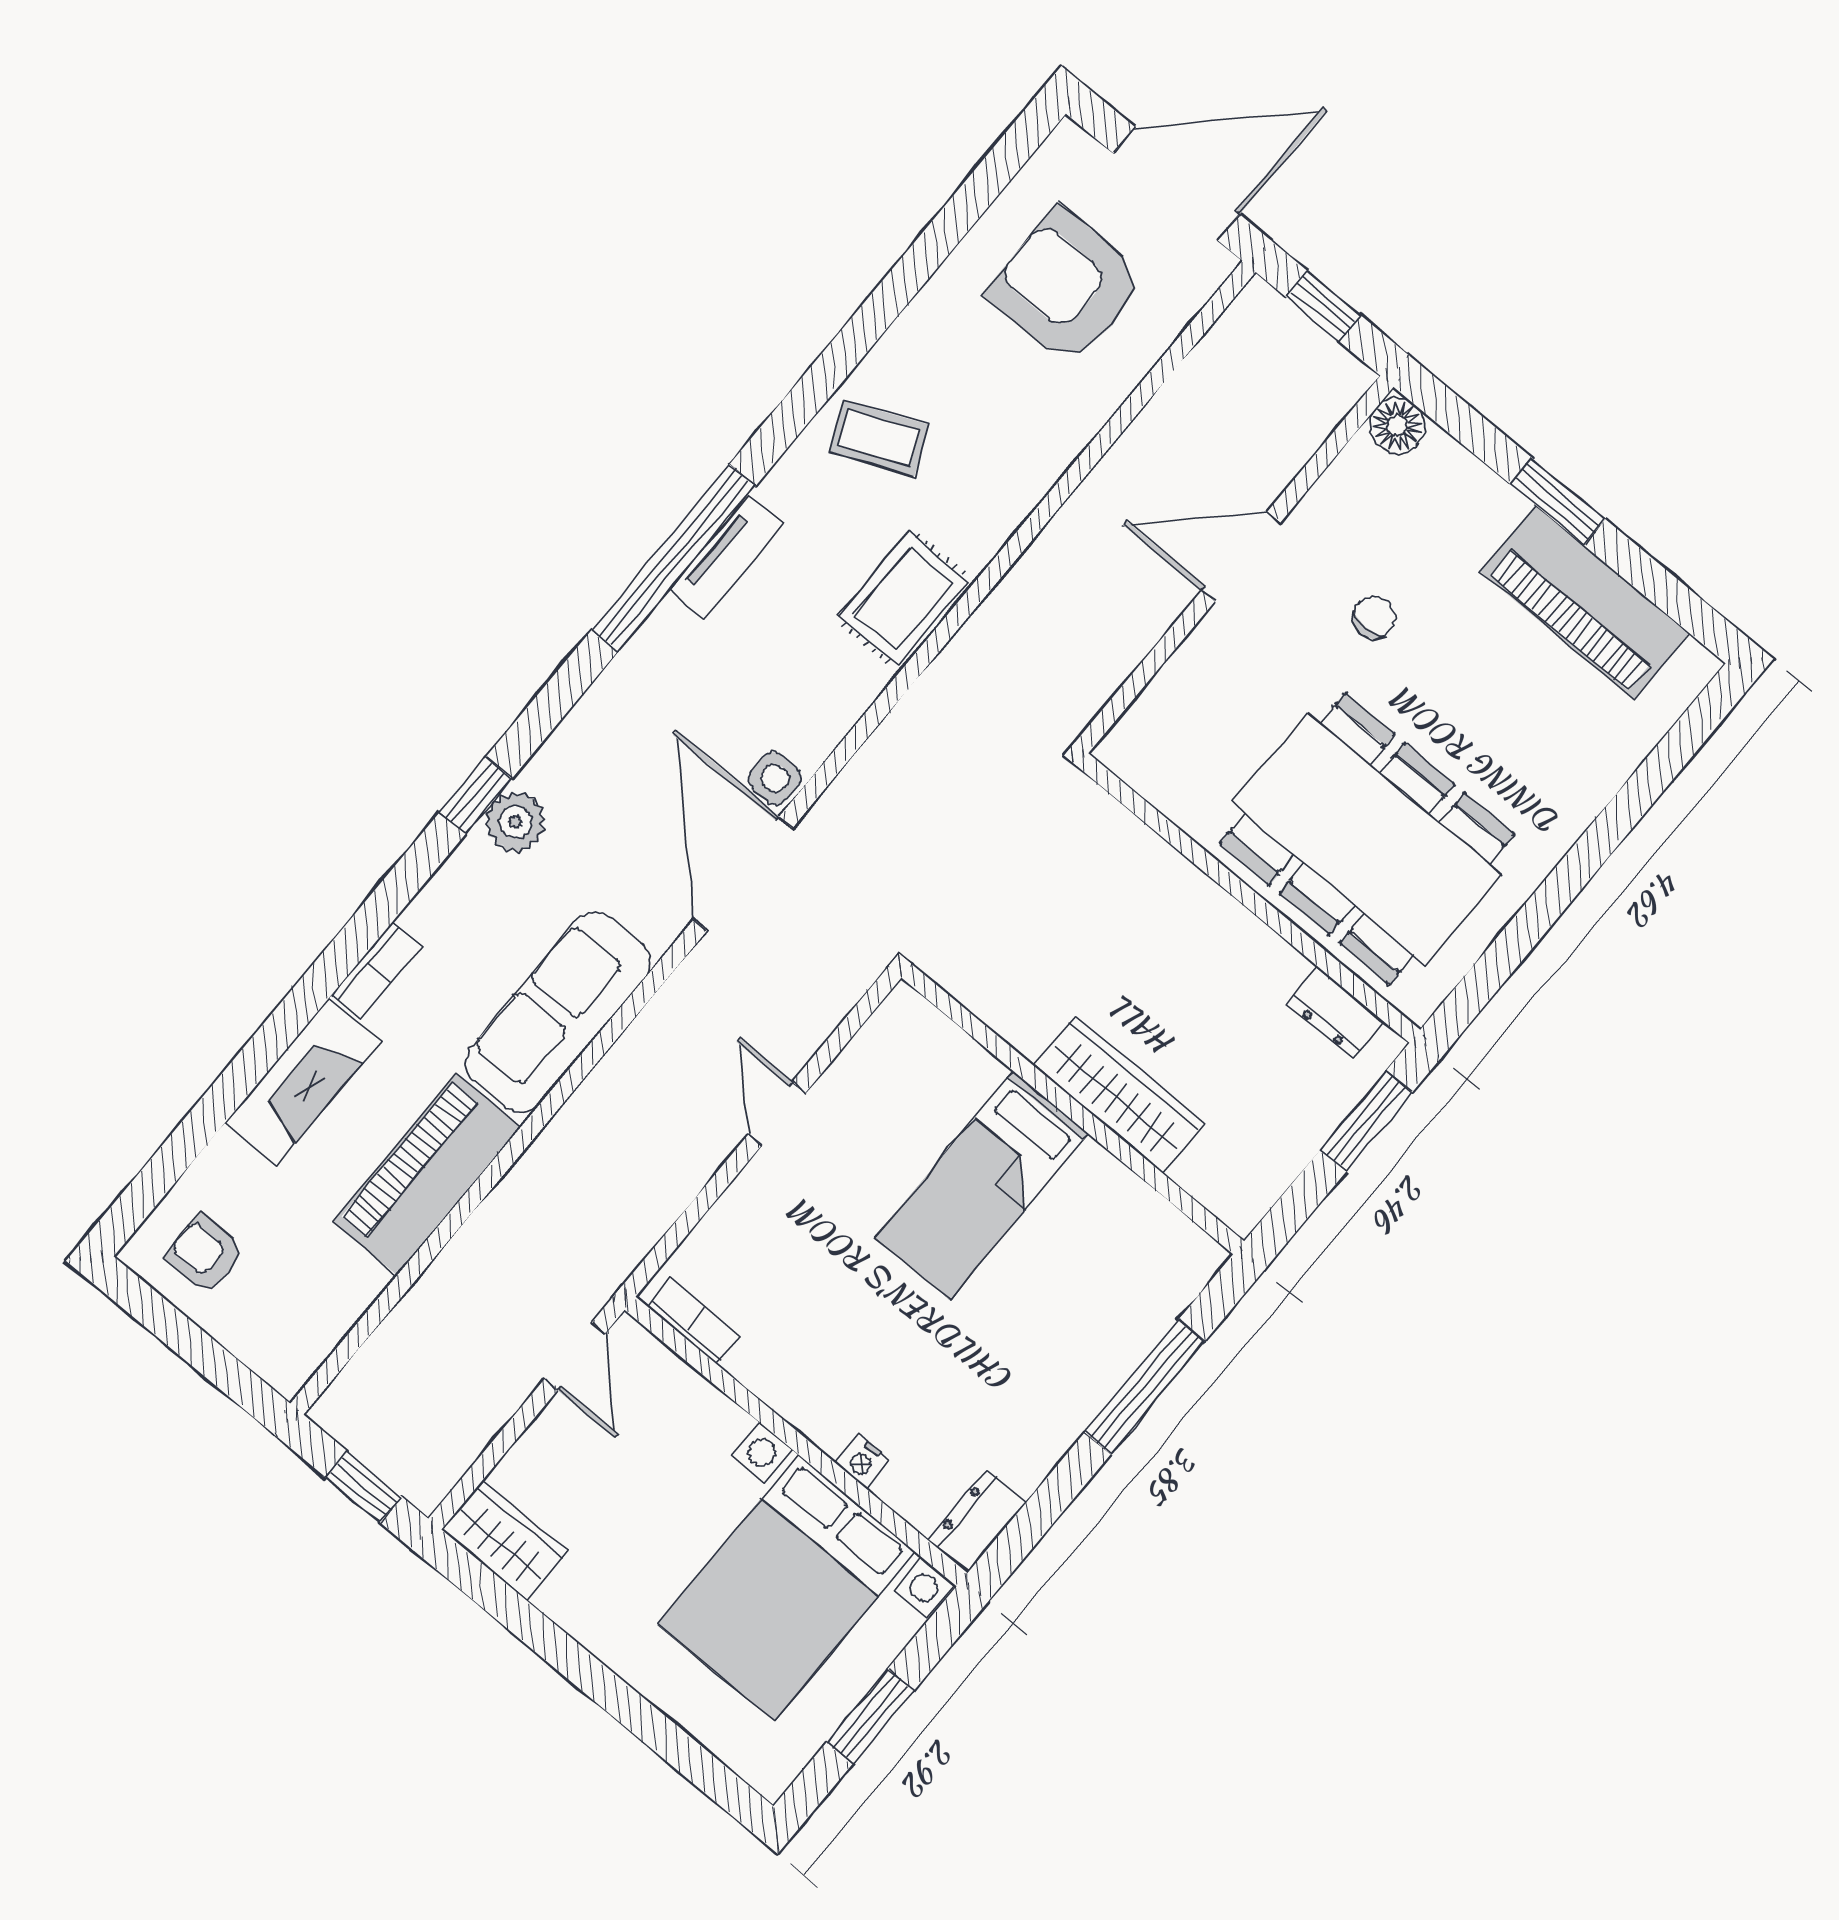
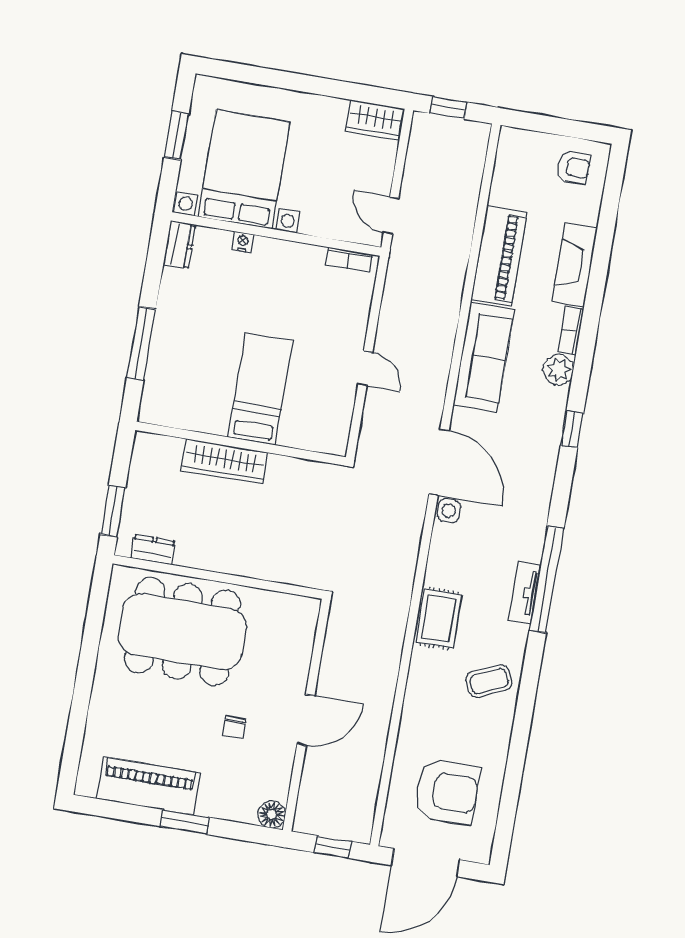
plant: (515, 822) -> (558, 370), moved

